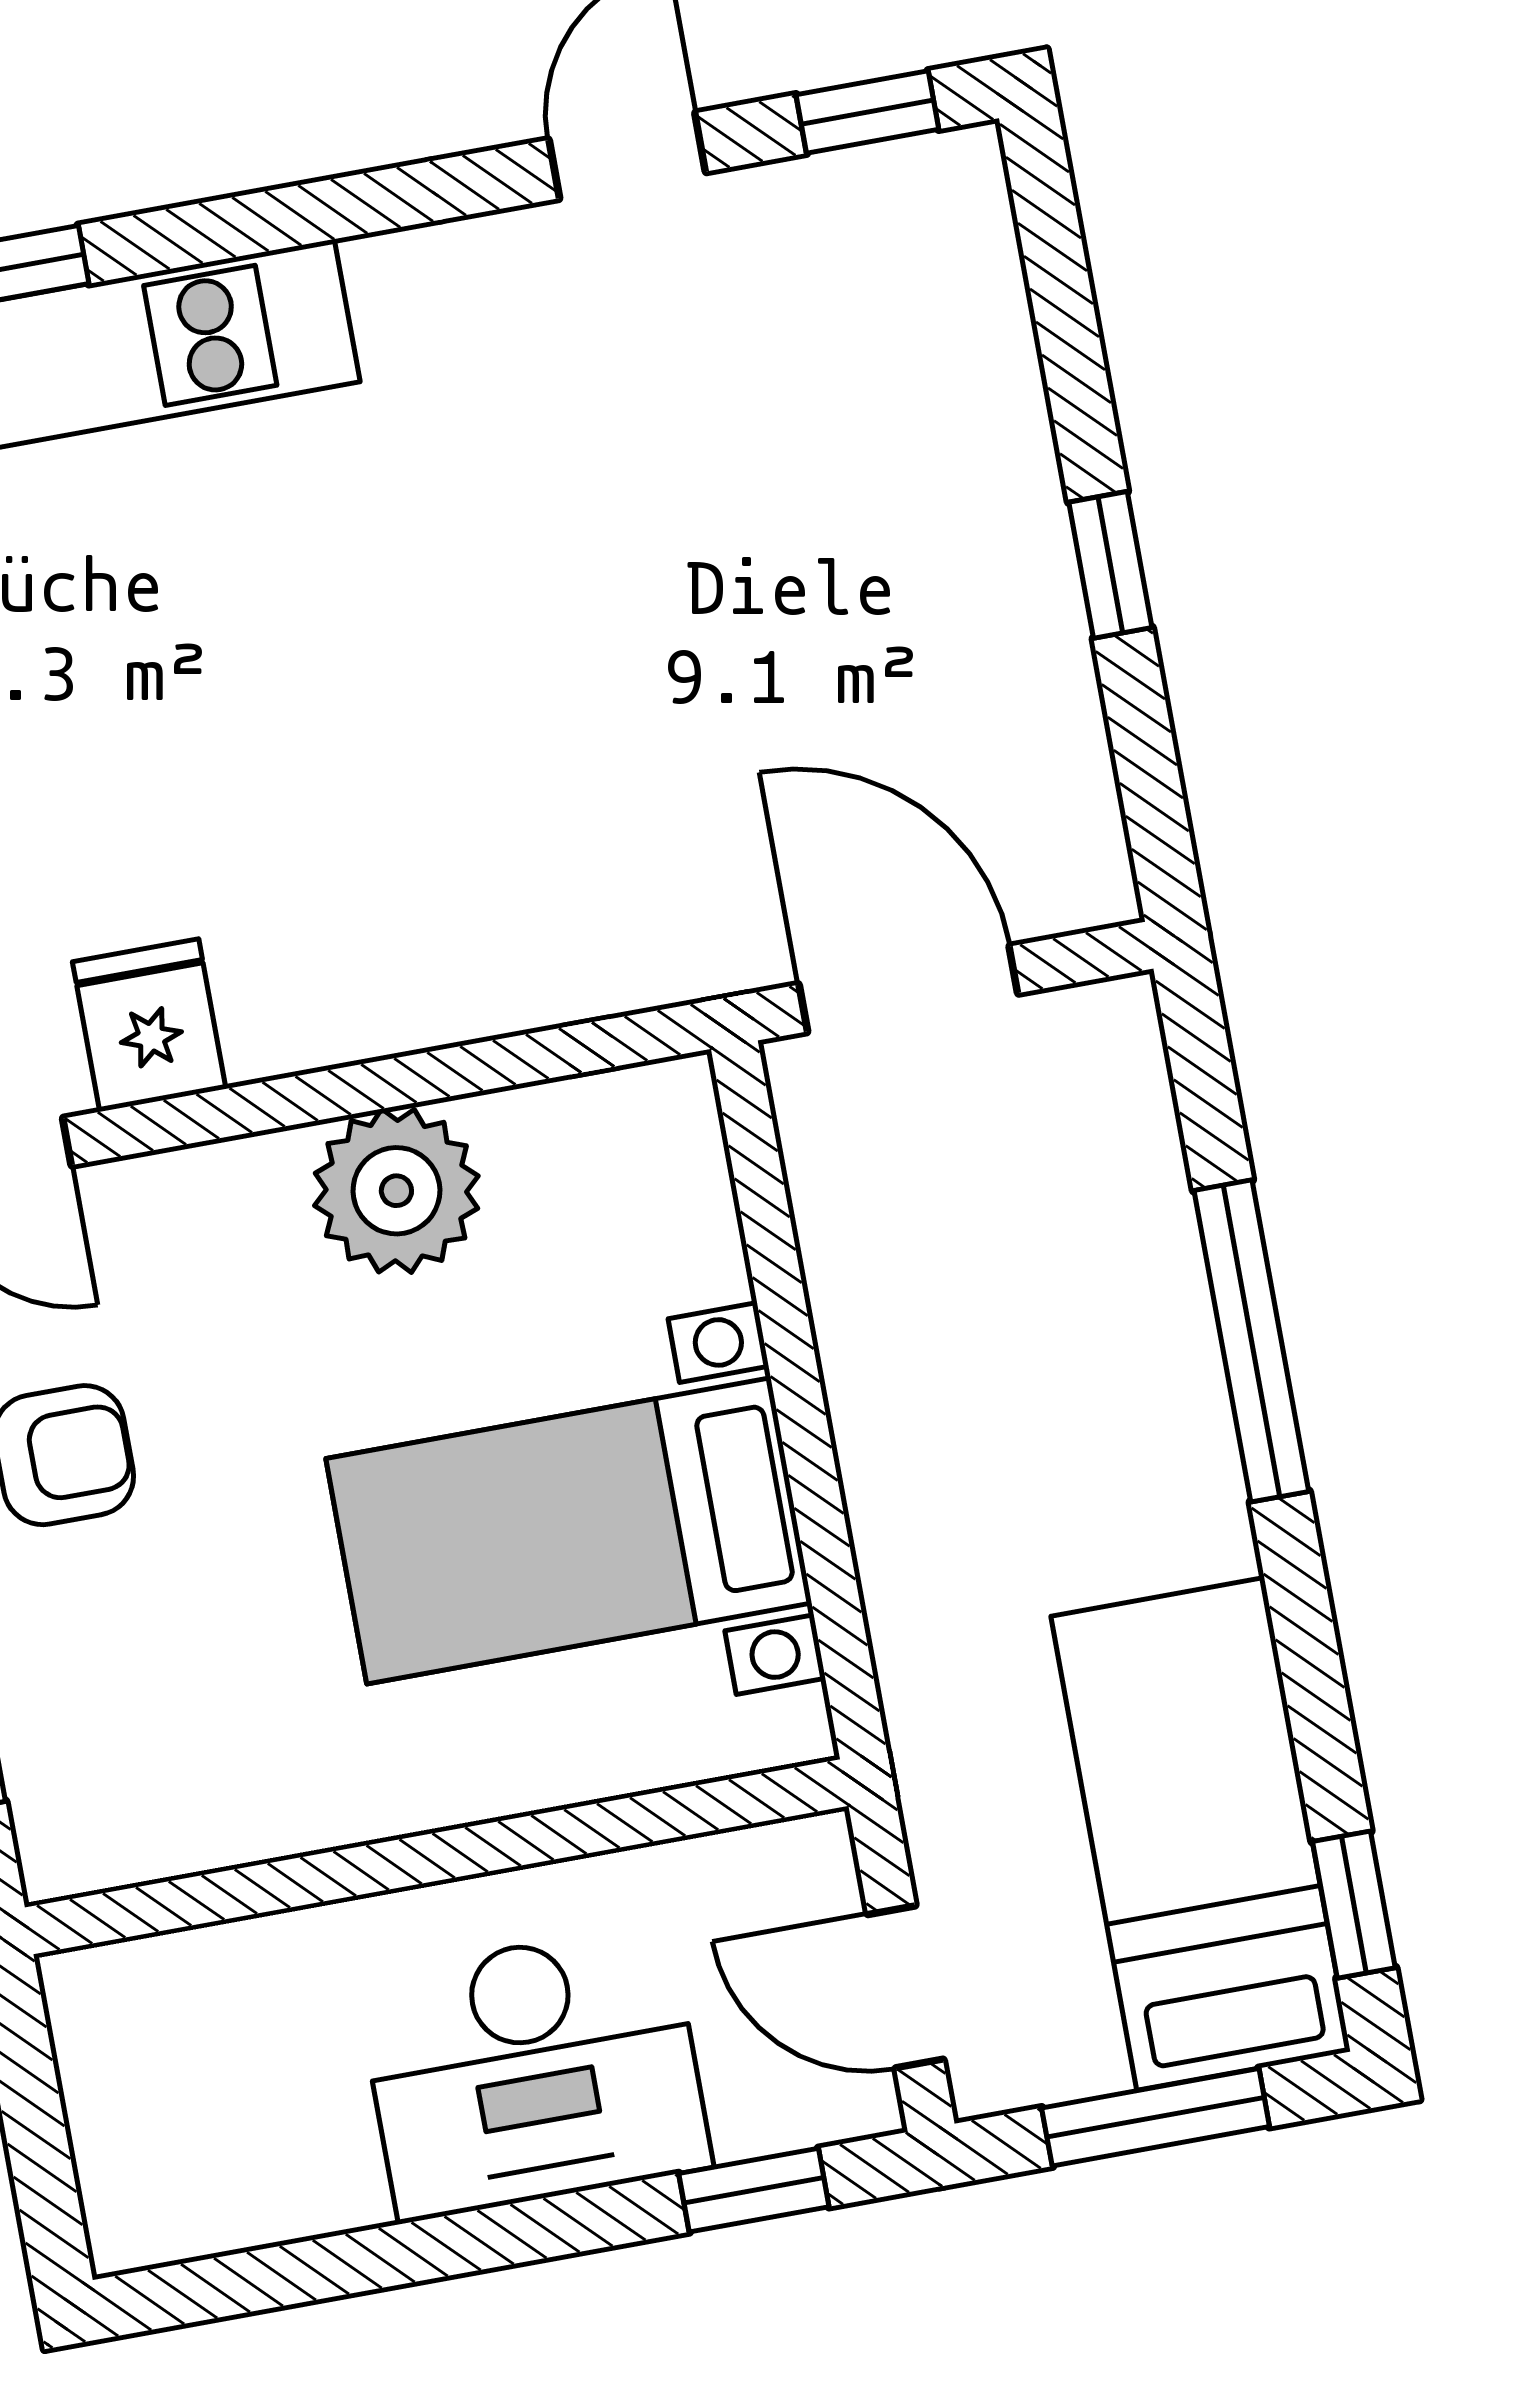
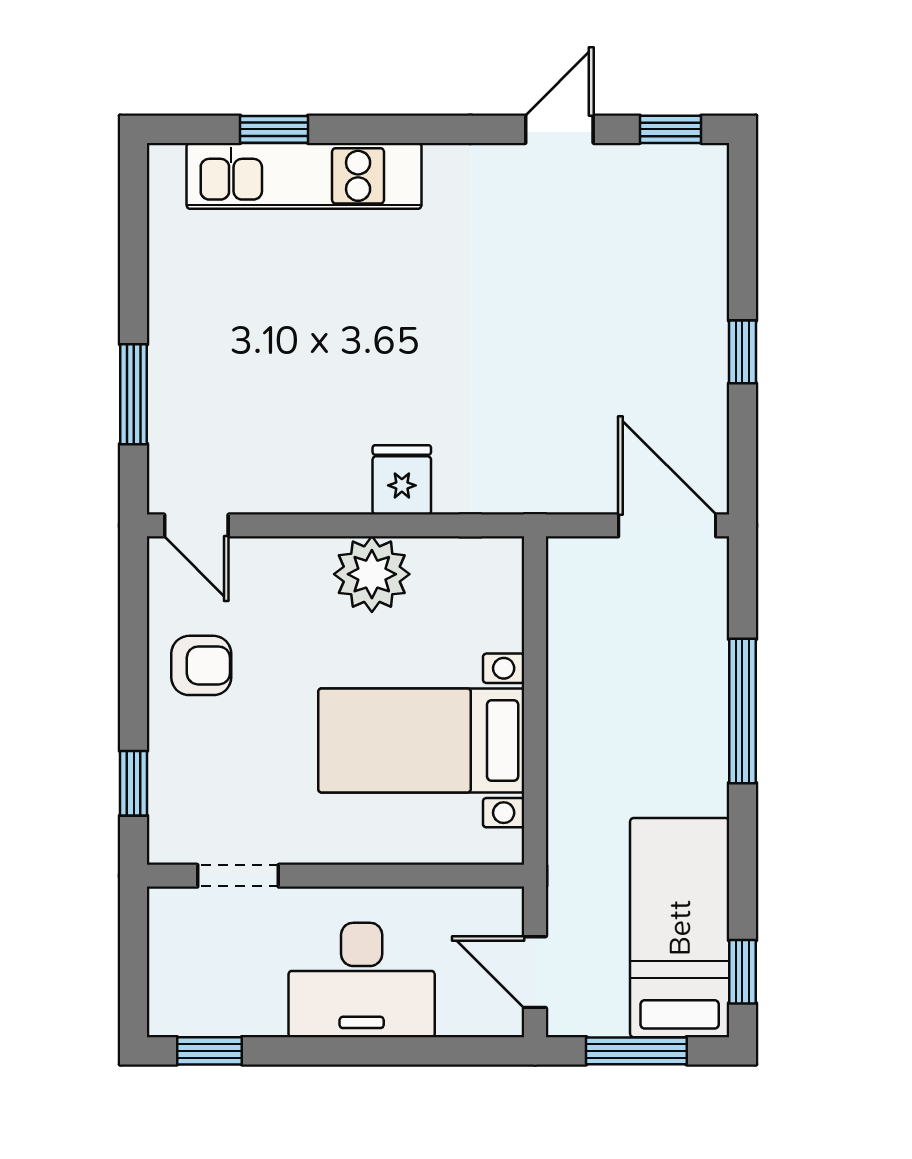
door: (908, 989) -> (667, 525), moved
fridge: (149, 1025) -> (402, 480), moved
doorway: (226, 1895) -> (238, 876), added
window: (754, 2190) -> (209, 1051), moved

